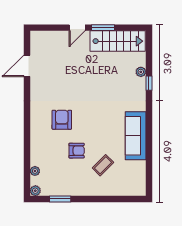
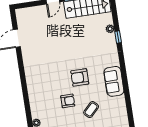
armchair: (62, 120) -> (80, 77), moved, turned -90
sofa: (136, 136) -> (114, 81), width x0.73

